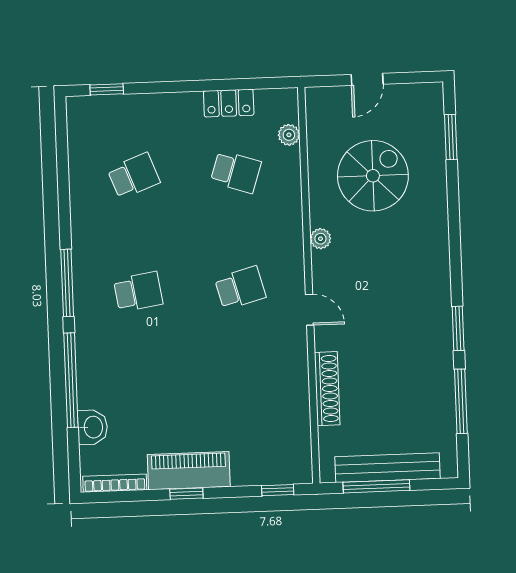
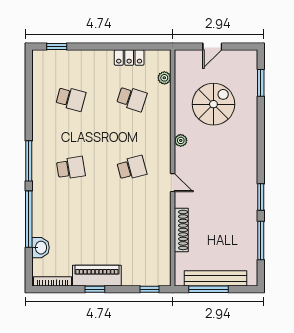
school desk: (134, 176) -> (71, 99), turned 36

